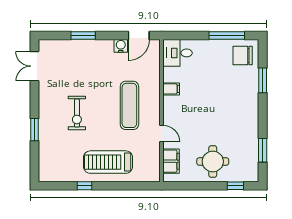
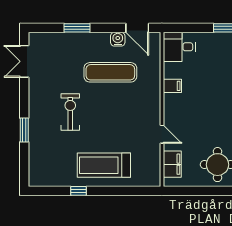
door: (139, 35) -> (137, 28), hinge flipped
exercise mat: (129, 105) -> (110, 72), moved, turned 90
exercise bike: (77, 113) -> (70, 112), turned 180

